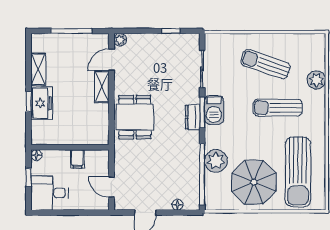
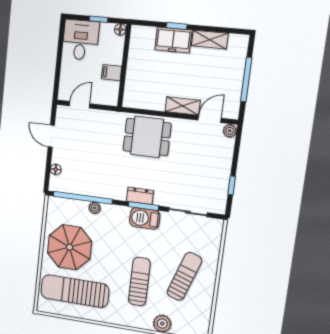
door: (111, 60) -> (210, 119), hinge flipped
plant: (216, 161) -> (95, 208), width x0.53, depth x0.53

